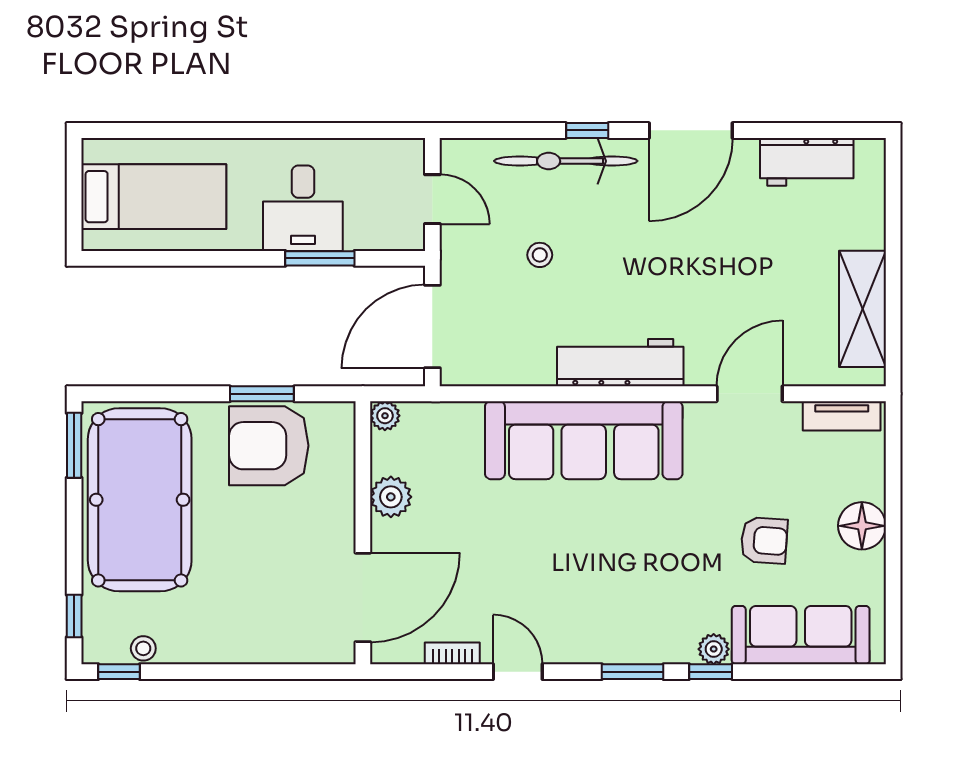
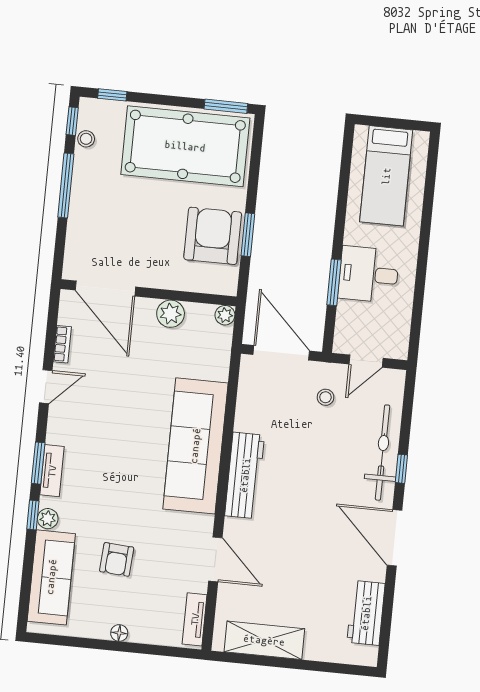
stool: (540, 255) -> (326, 397), moved
floor lamp: (862, 526) -> (119, 633), width x0.53, depth x0.53
tv unit: (642, 650) -> (52, 471), added
window: (216, 672) -> (66, 186), added

